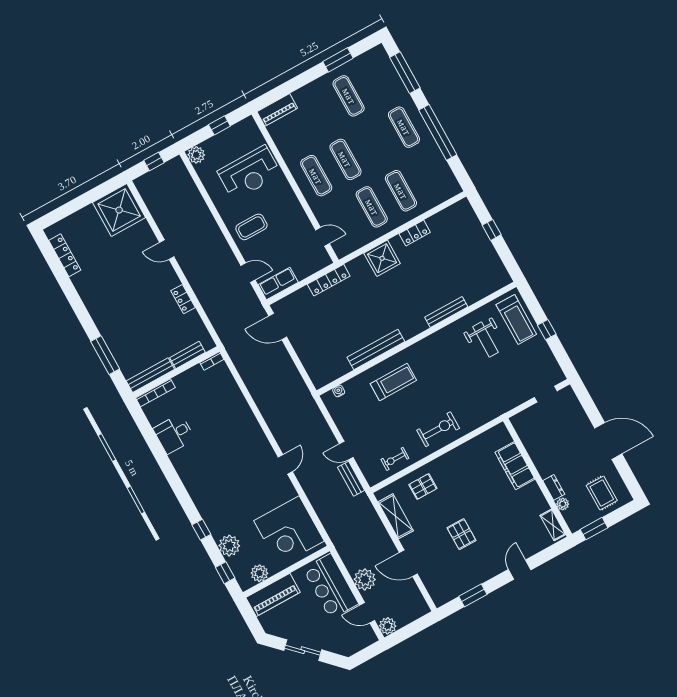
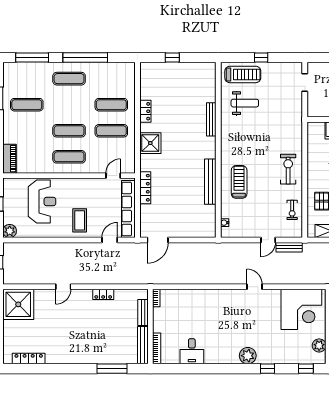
row of seats: (278, 283) -> (128, 209), width x2.02
plant: (229, 546) -> (248, 356), moved

